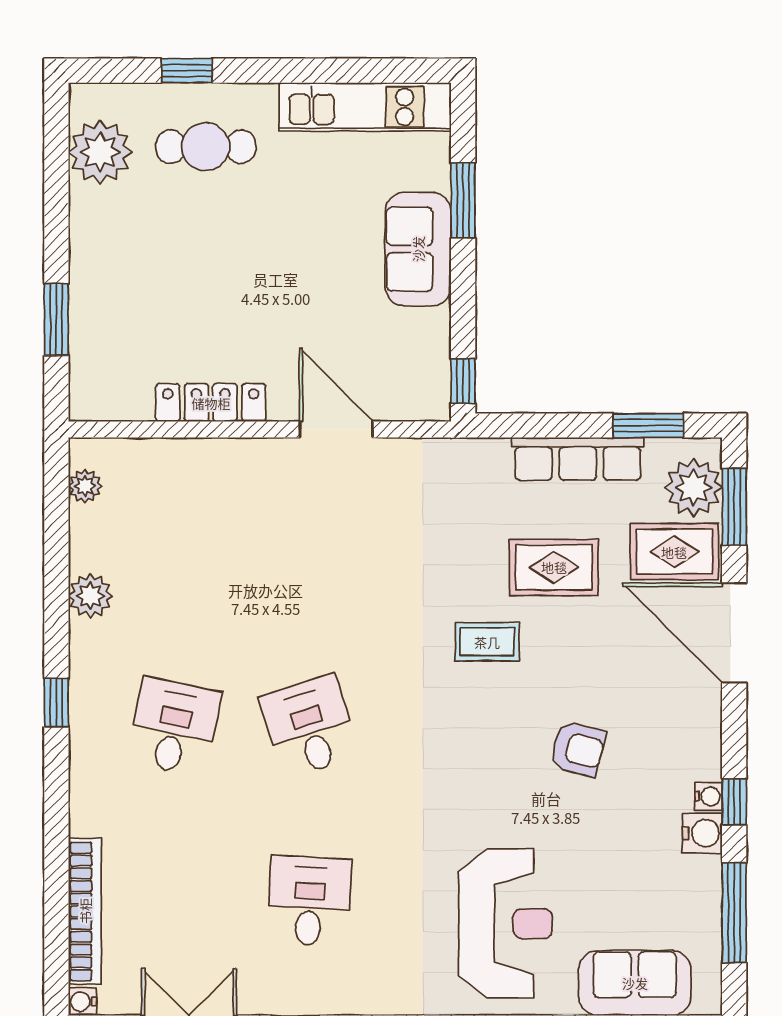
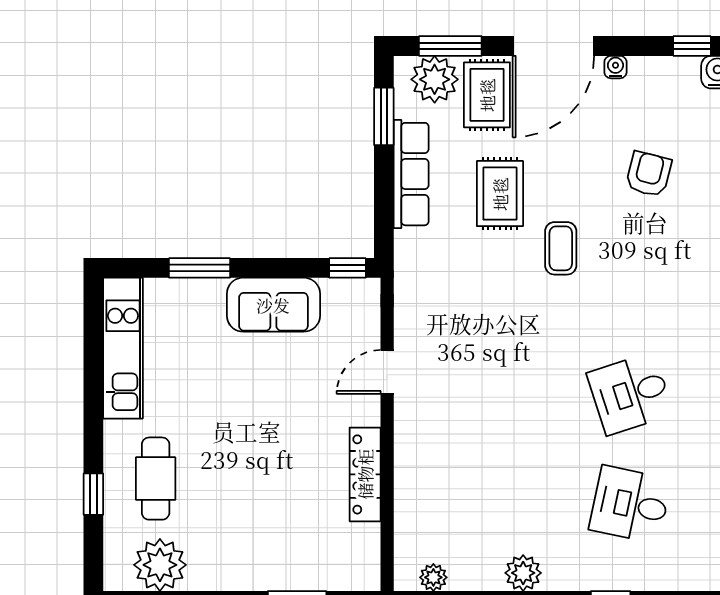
sofa: (418, 249) -> (273, 305), moved
door: (336, 430) -> (387, 372), width x0.73
water cooler: (708, 796) -> (615, 67), moved

